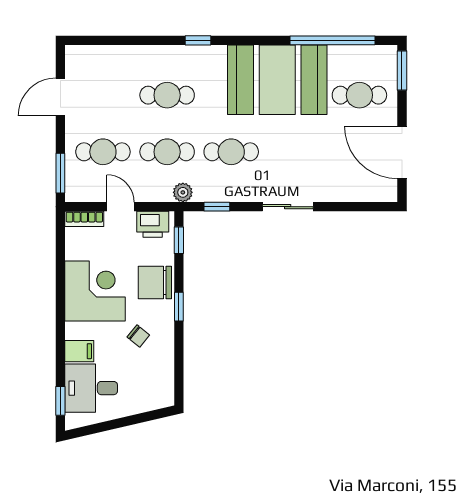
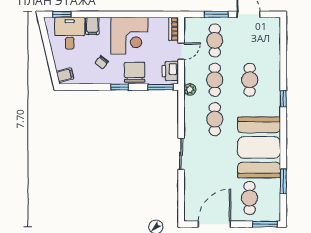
window: (333, 40) -> (283, 181), width x0.47
window: (60, 173) -> (216, 14), moved
window: (217, 207) -> (181, 110), removed
window: (179, 240) -> (160, 87), width x1.50
filing cabinet: (159, 396) -> (65, 75), added

